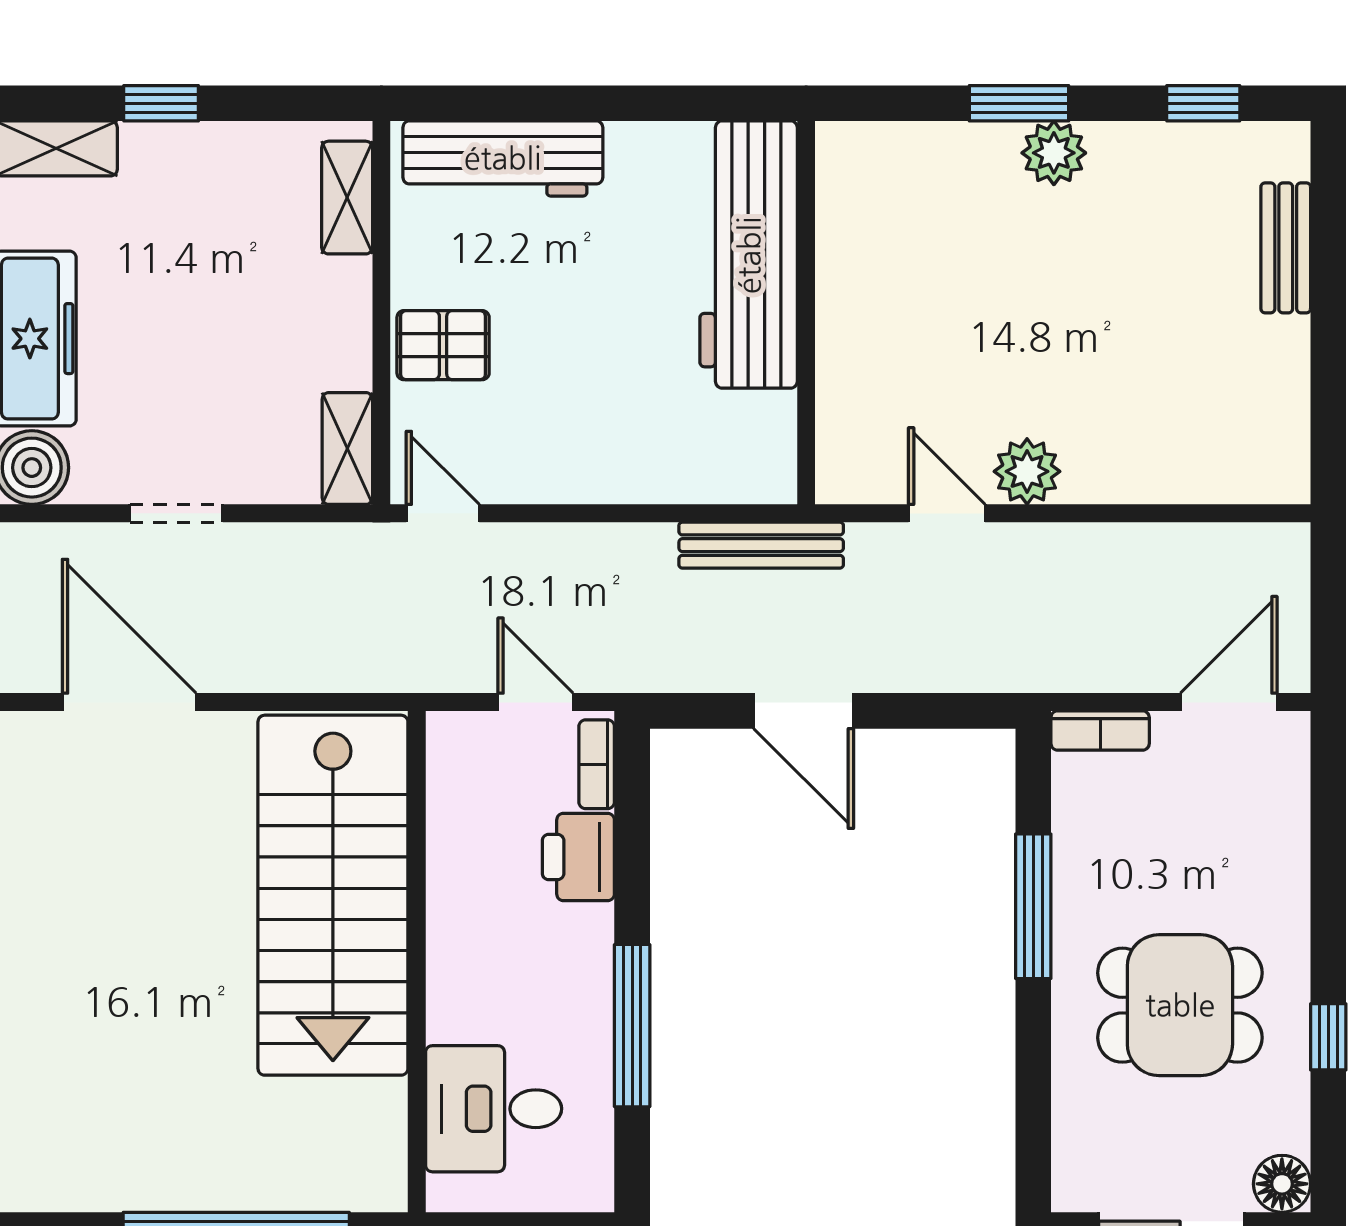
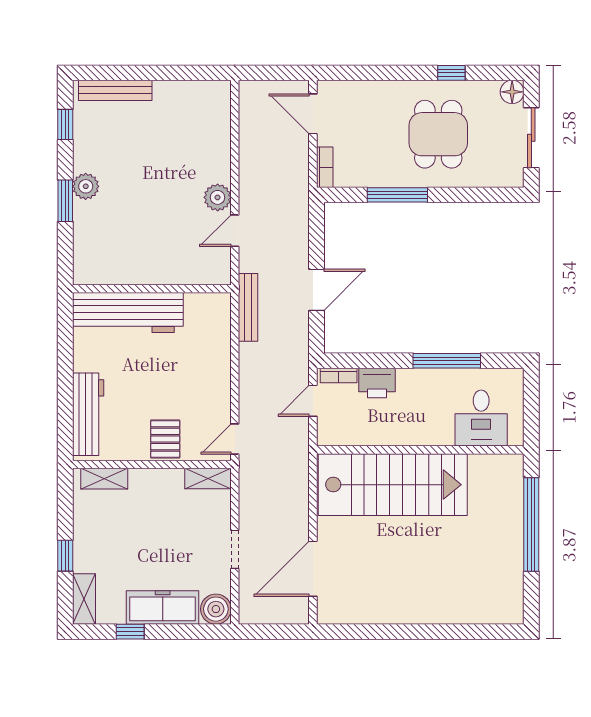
bench: (1286, 248) -> (115, 90), width x1.36

